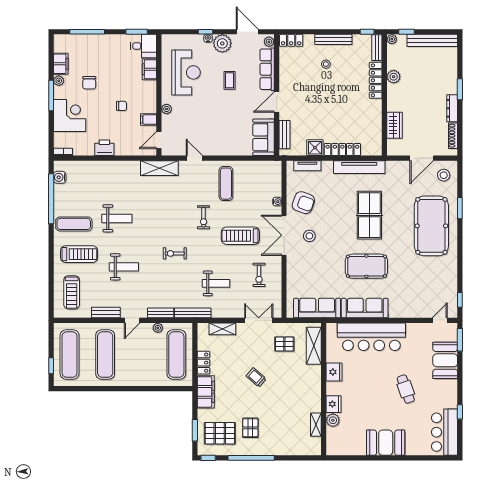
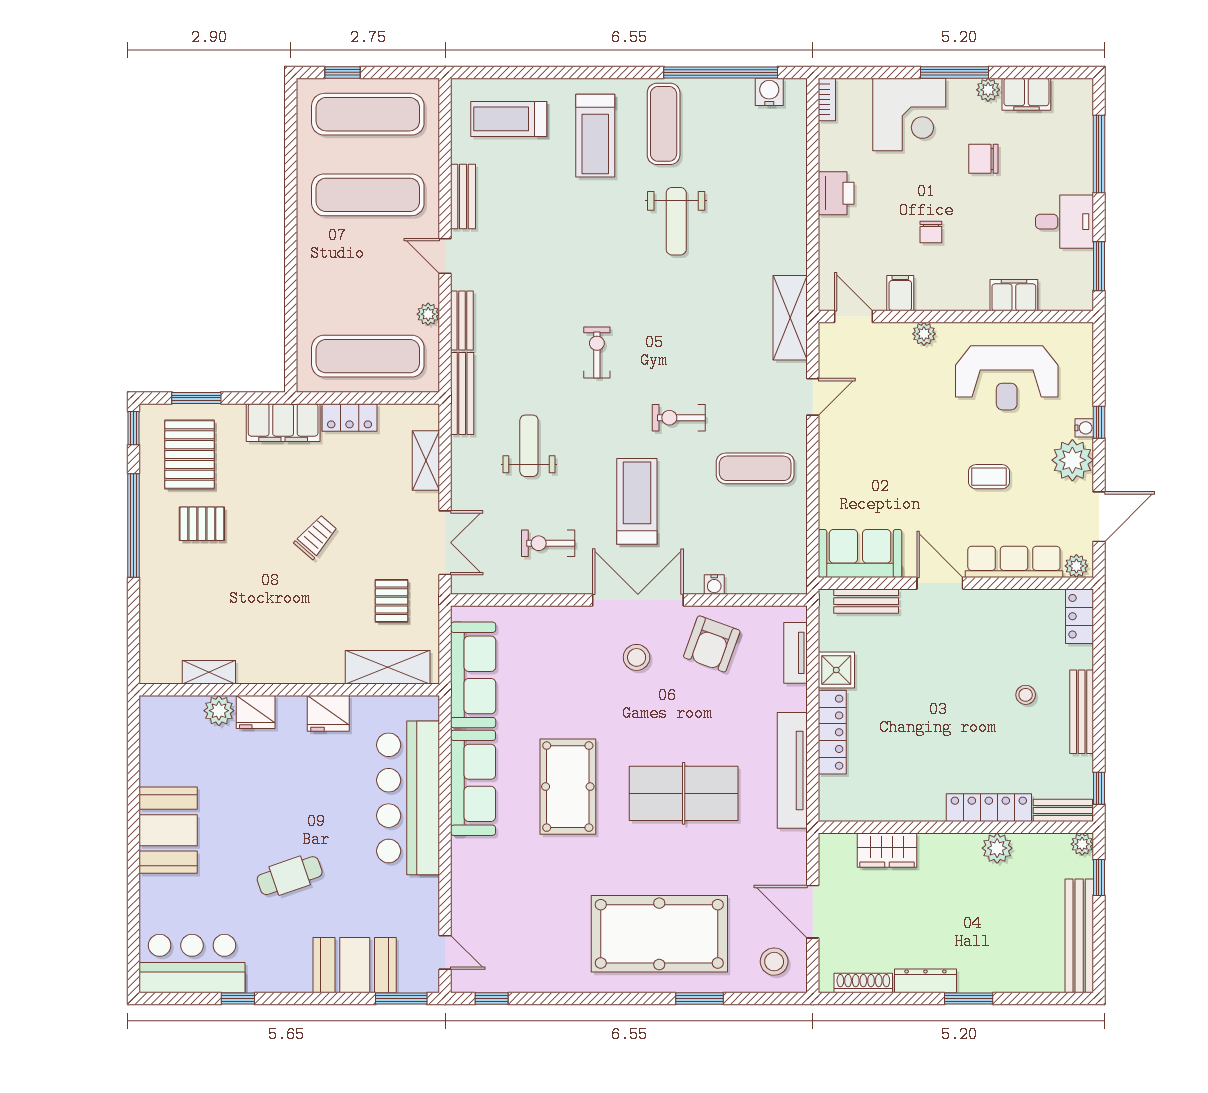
desk: (144, 46) -> (1064, 222), moved, turned -90
weight bench: (124, 267) -> (566, 237), removed
weight bench: (216, 283) -> (529, 446), turned 180

